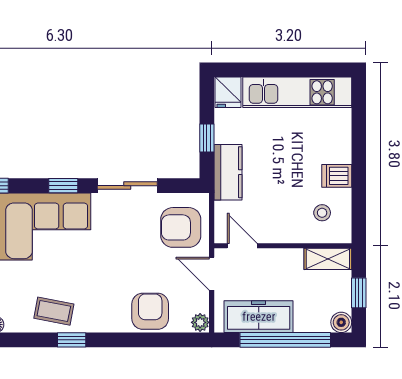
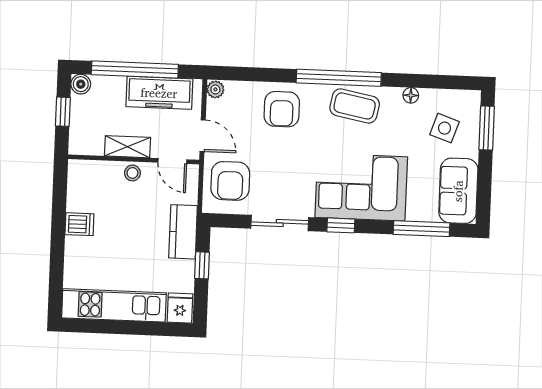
stool: (322, 213) -> (132, 173), moved
armchair: (181, 227) -> (230, 181), turned 90
shelving: (328, 259) -> (128, 147), moved
coffee table: (54, 311) -> (355, 106), width x1.36, depth x1.30
armchair: (150, 311) -> (282, 109), moved
window: (72, 340) -> (339, 78), width x3.17

